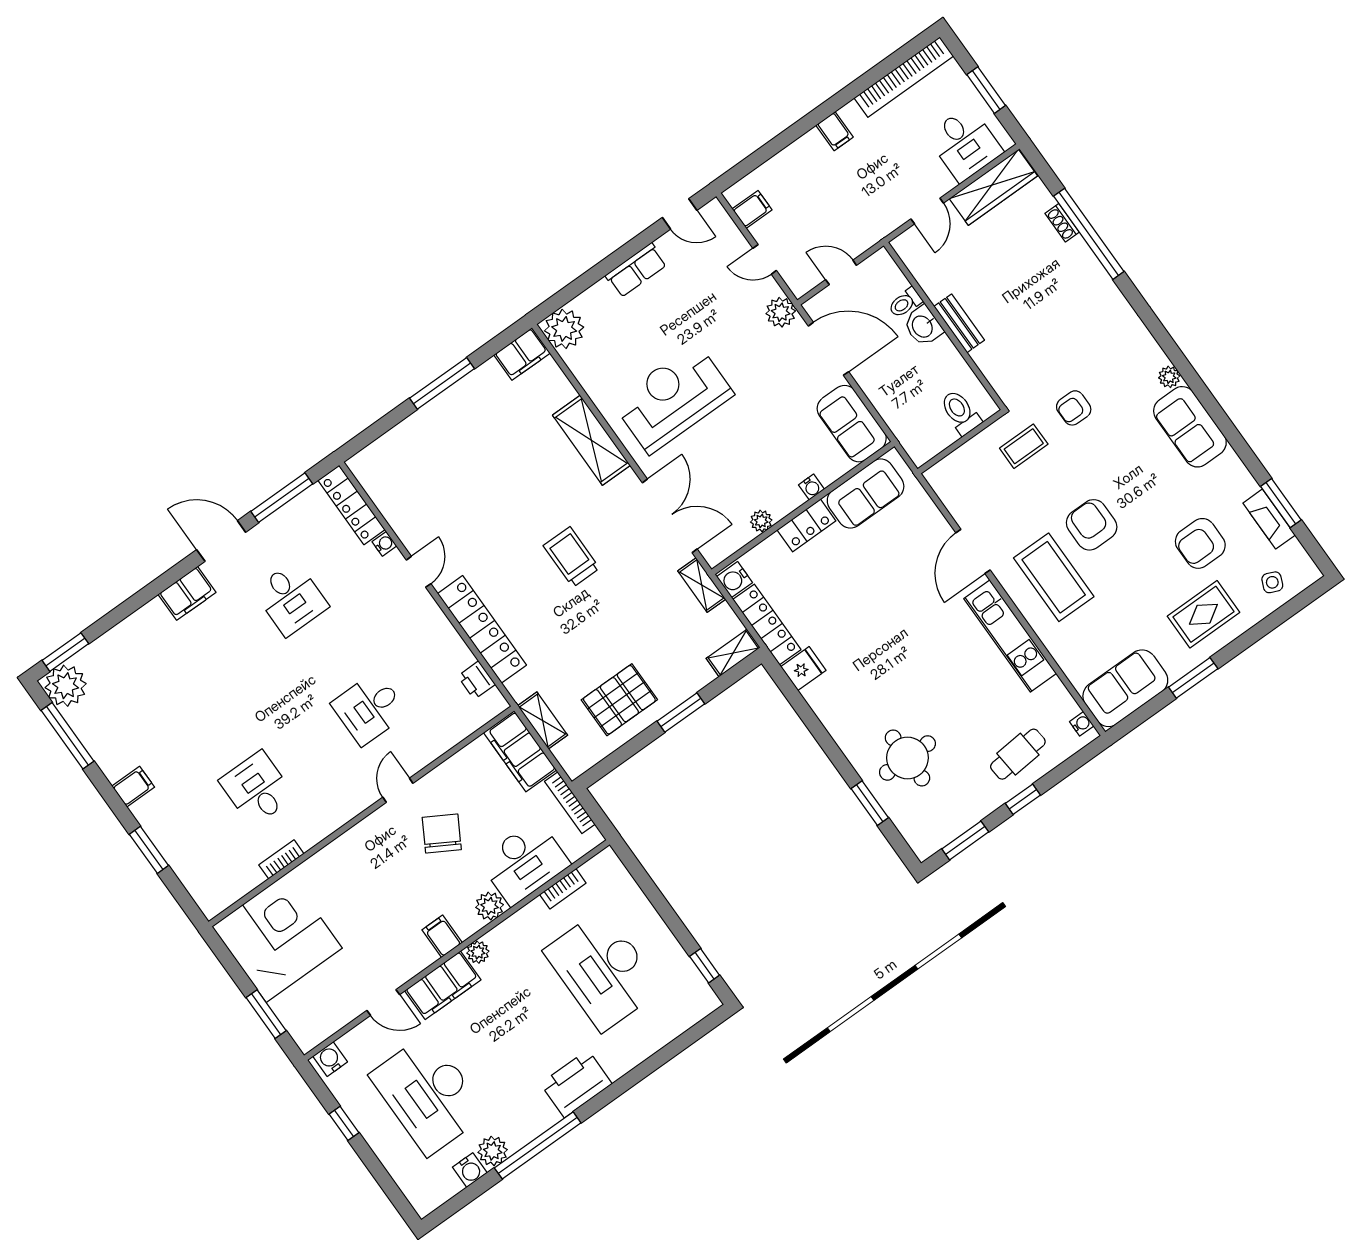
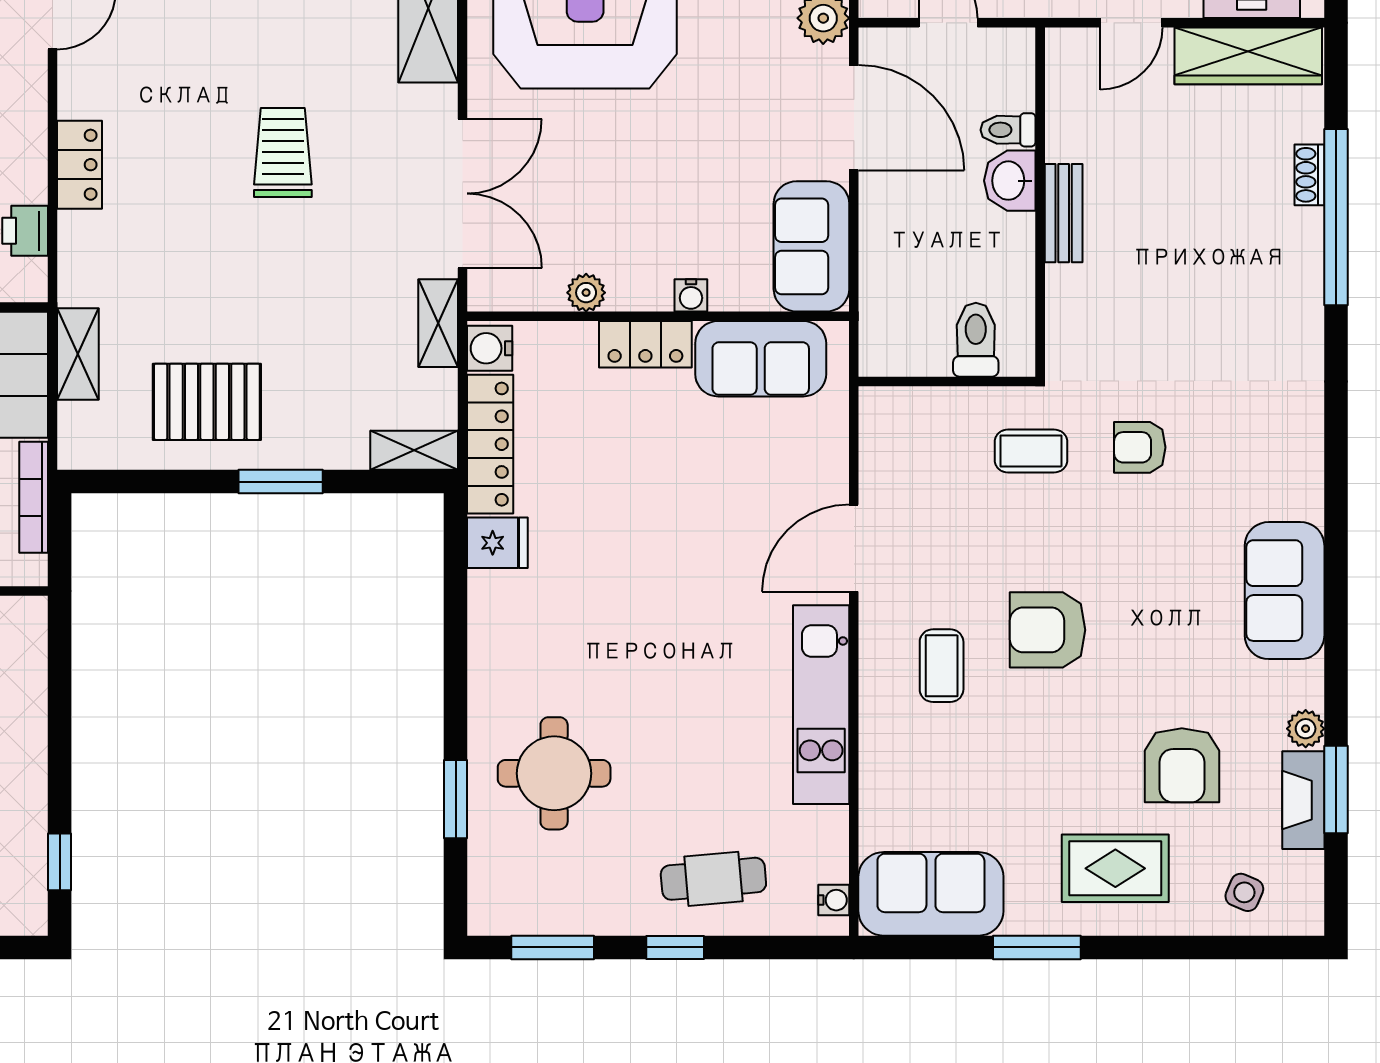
plant: (1169, 377) -> (1306, 729), moved
armchair: (1092, 525) -> (1048, 630), turned -90
armchair: (1200, 543) -> (1182, 765), turned -90
coffee table: (1054, 577) -> (942, 666), width x0.54, depth x0.58
locker: (482, 629) -> (80, 165), width x0.46, depth x0.83

